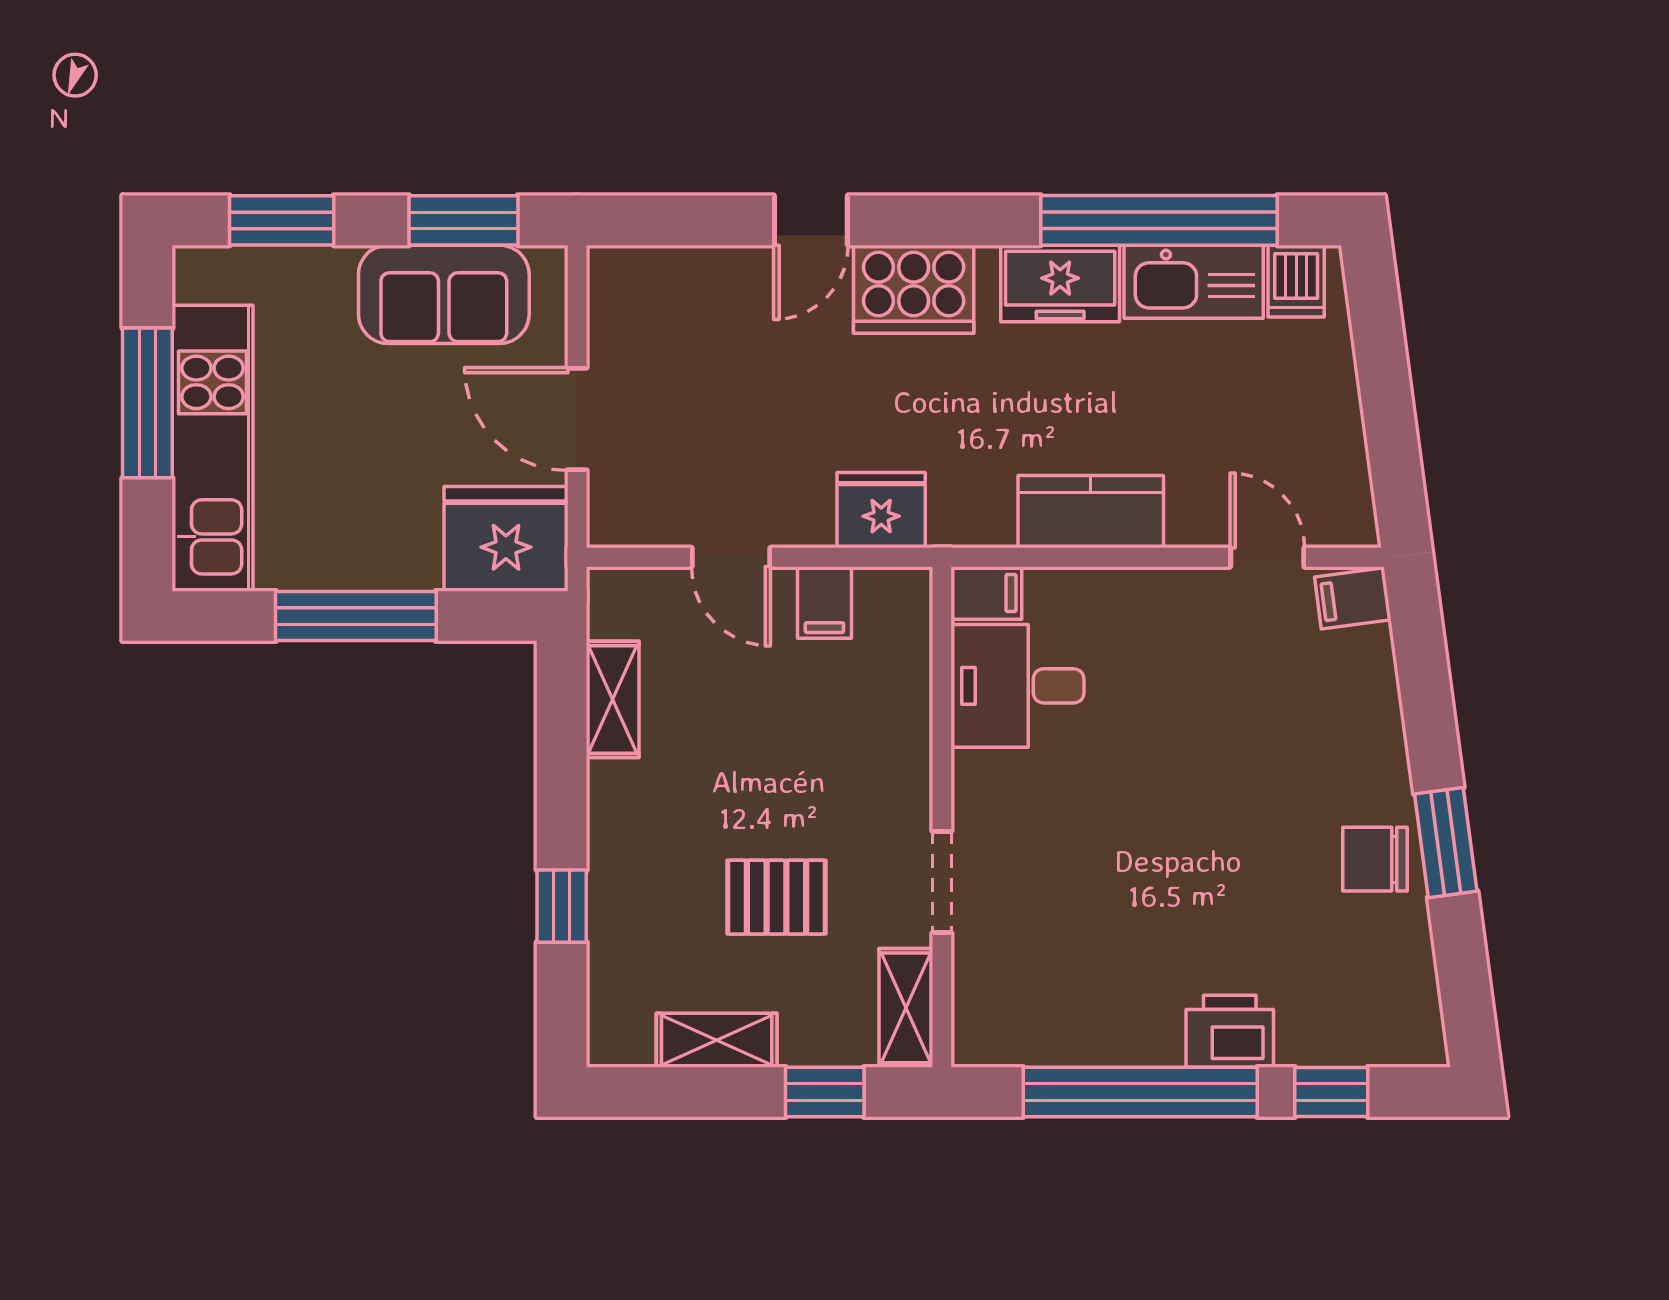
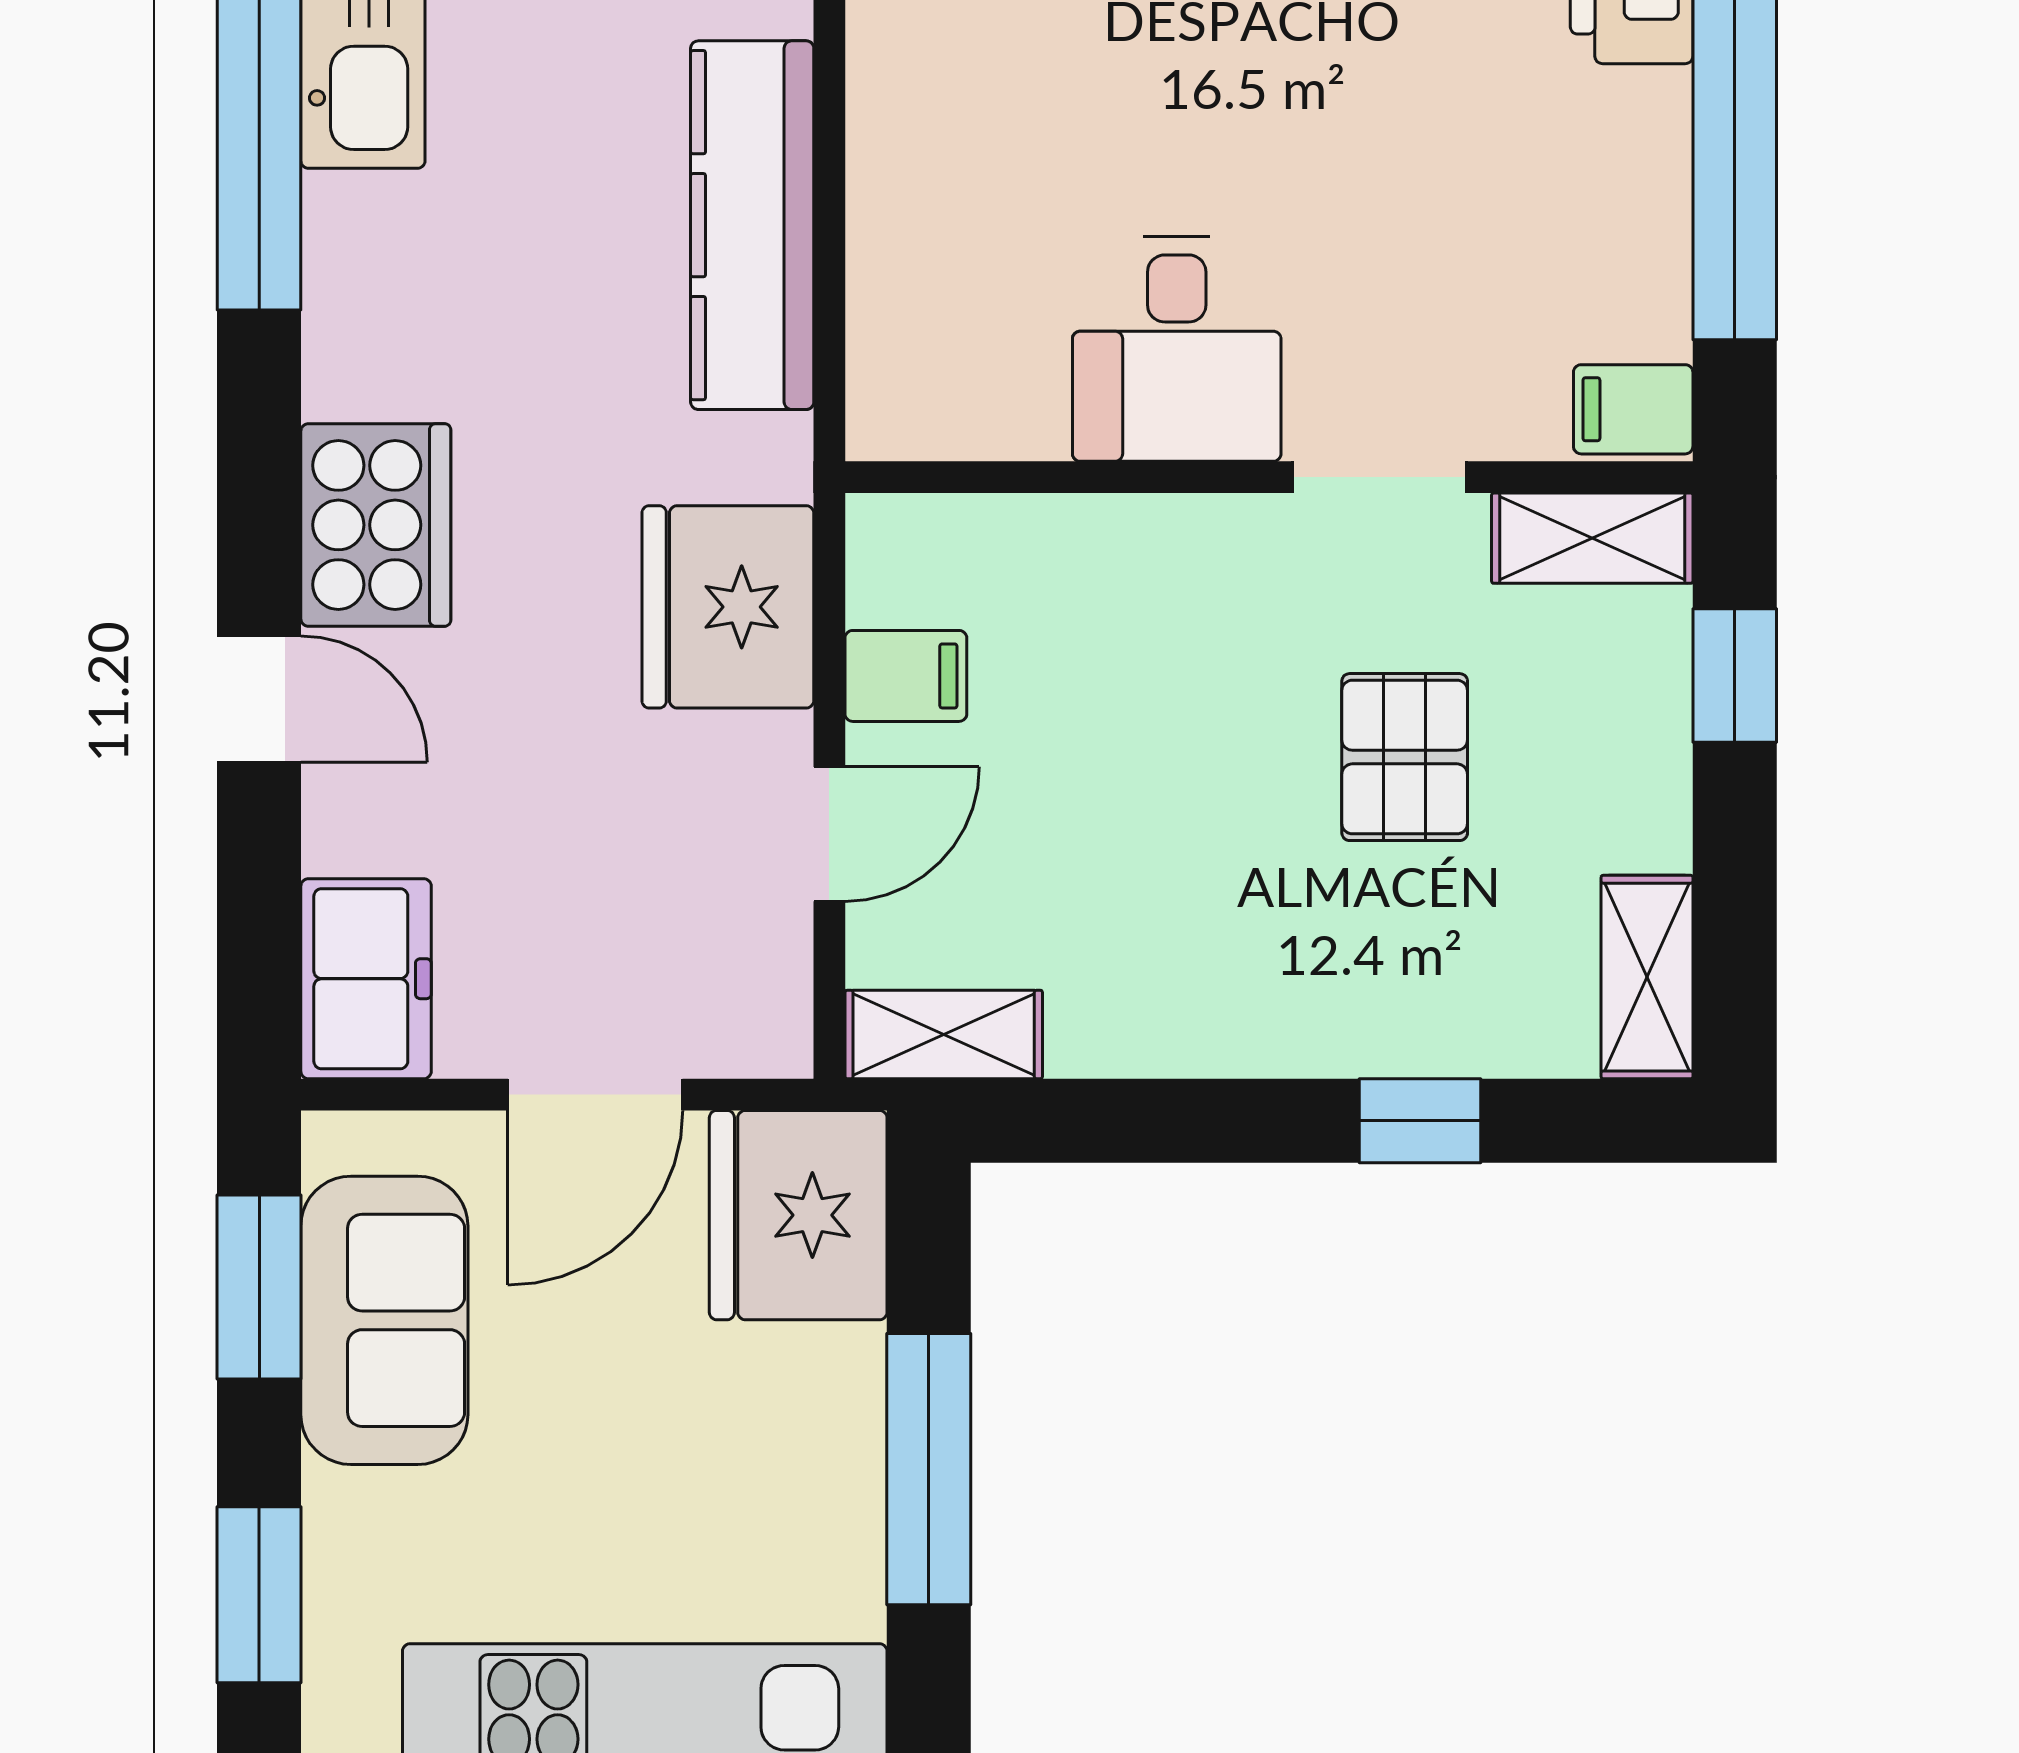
freezer: (1060, 284) -> (366, 979), moved
fridge: (881, 510) -> (728, 607), width x1.36, depth x1.34
kitchen counter: (1091, 512) -> (752, 225), width x1.50
filing cabinet: (986, 593) -> (1633, 409), moved, turned -90
desk: (1018, 686) -> (1177, 349), moved
shelving: (613, 699) -> (944, 1035), moved
shelving: (717, 1040) -> (1647, 977), moved

